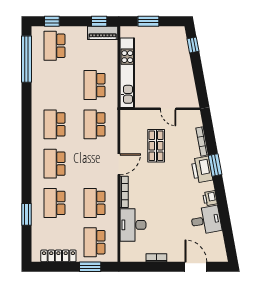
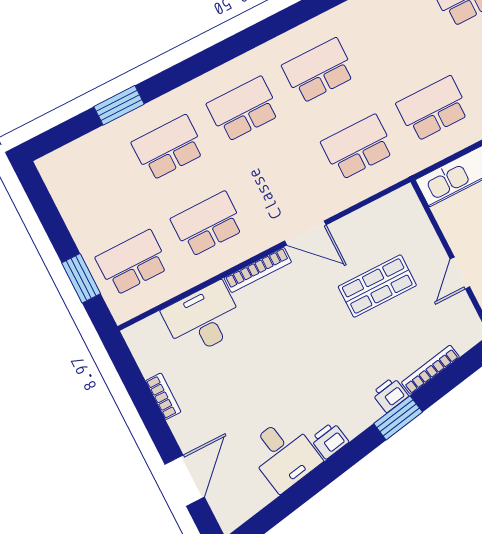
printer: (202, 170) -> (390, 395), width x0.53, depth x0.68
locker: (58, 256) -> (71, 207), removed

